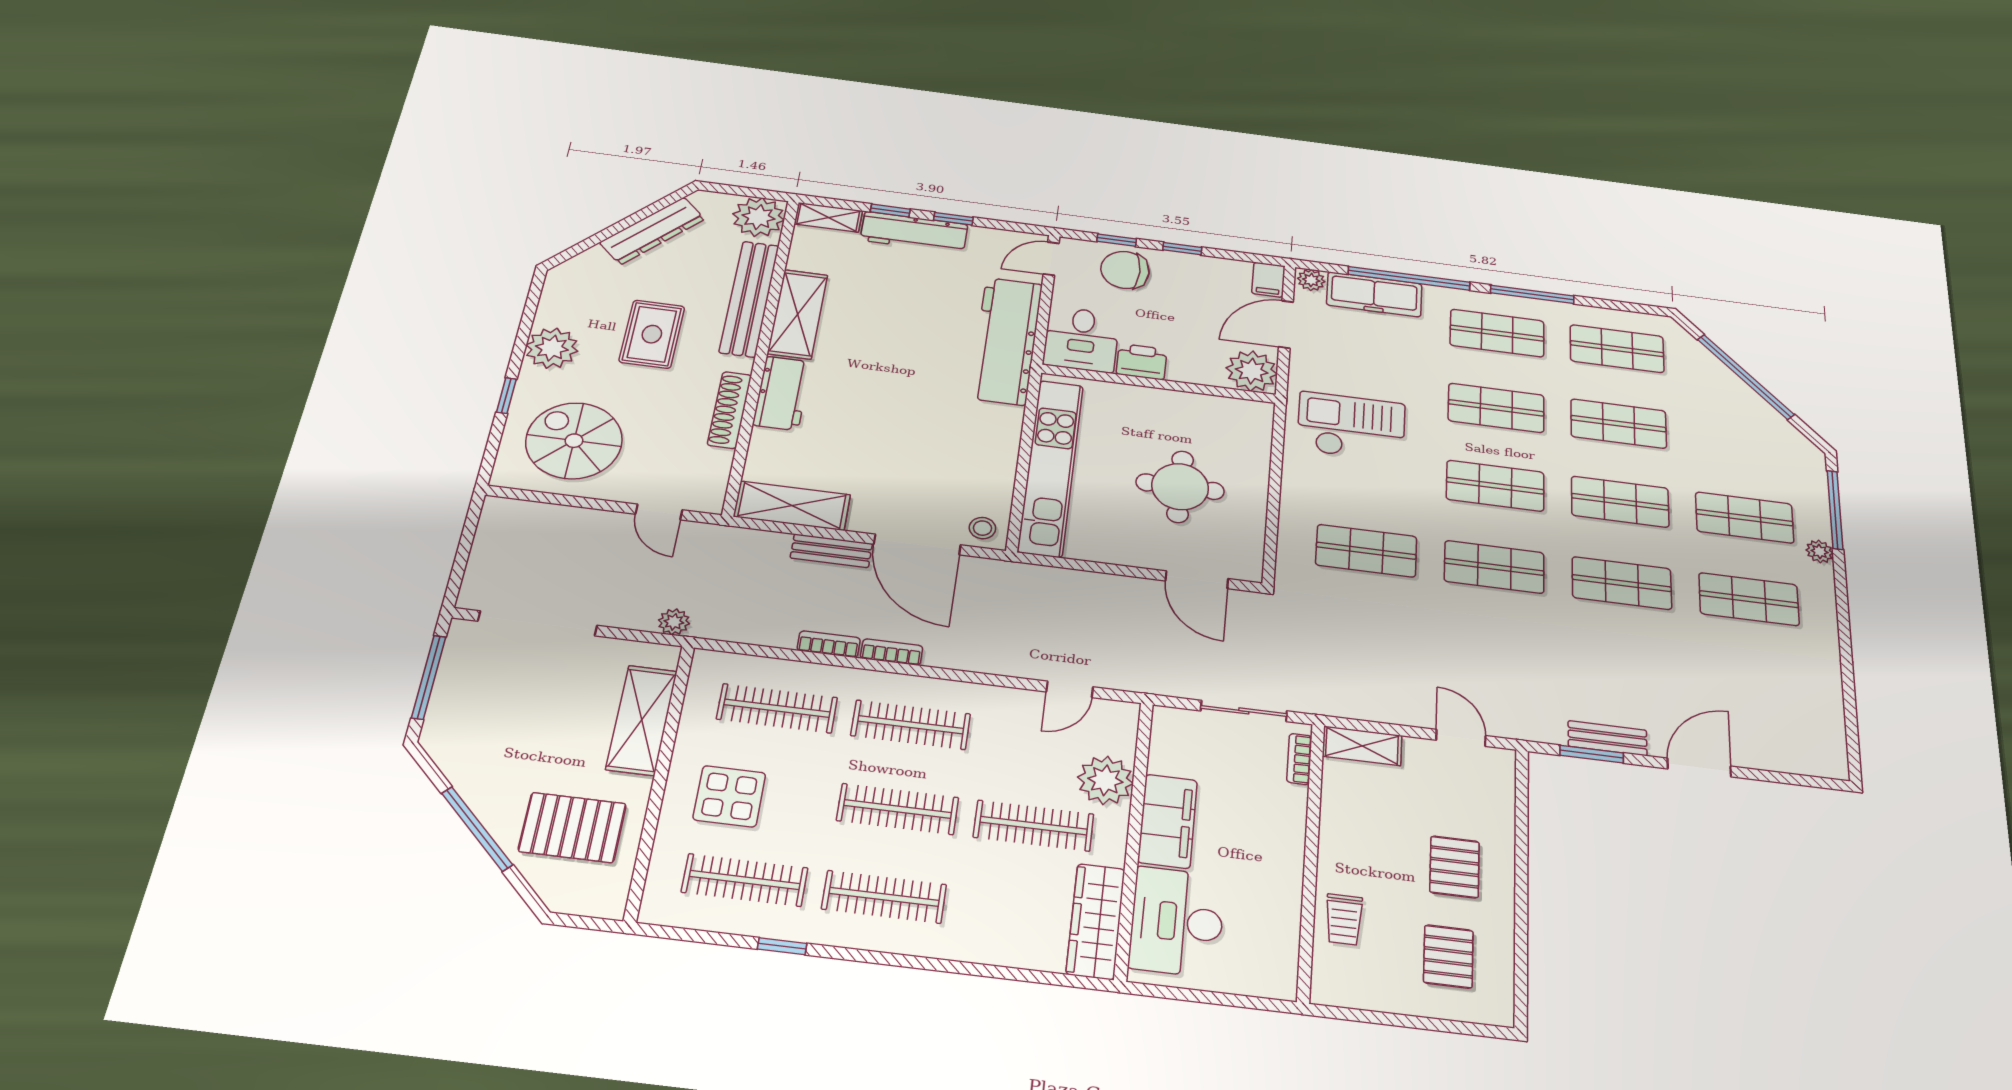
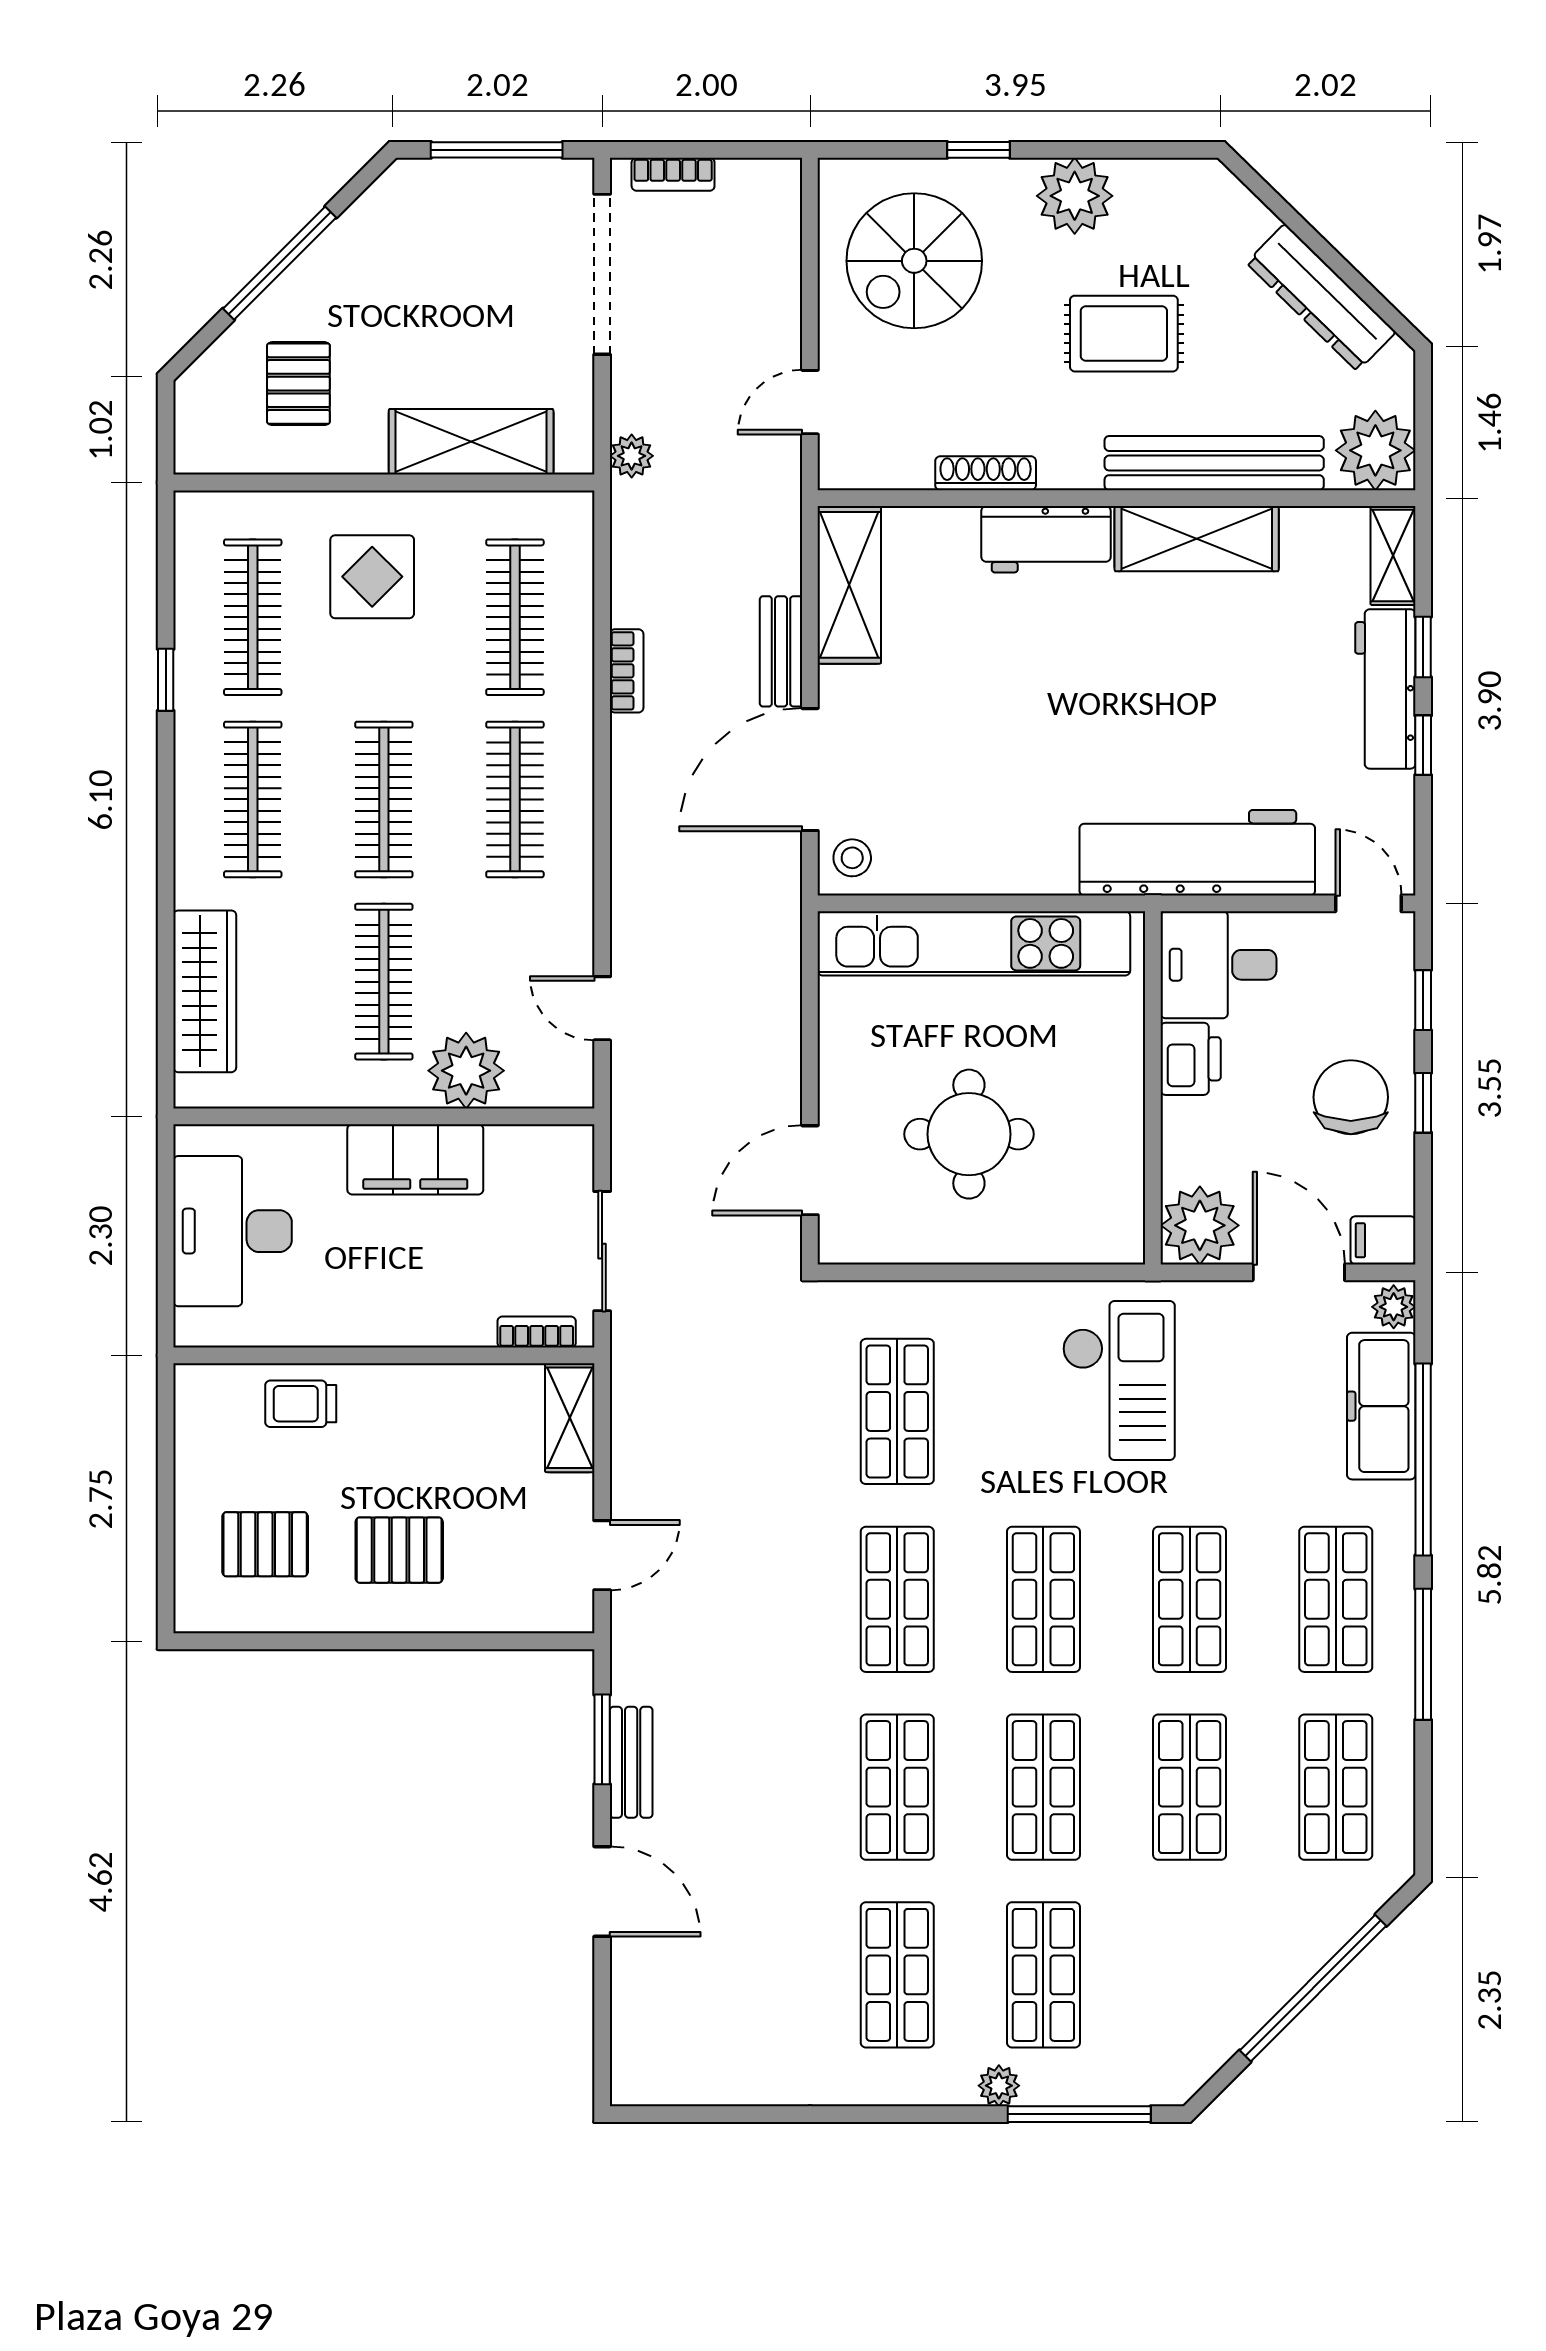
chair: (1125, 270) -> (1351, 1097), moved
shoe rack: (729, 410) -> (986, 473), width x0.74, depth x0.81
spiral stairs: (574, 441) -> (914, 261), turned 180
bookcase: (892, 652) -> (673, 174), moved, turned 90
pallet: (572, 827) -> (298, 384), width x0.67, depth x0.71
wardrobe: (1096, 921) -> (205, 991), moved, turned 90
desk: (1177, 922) -> (233, 1231), moved, turned -90

